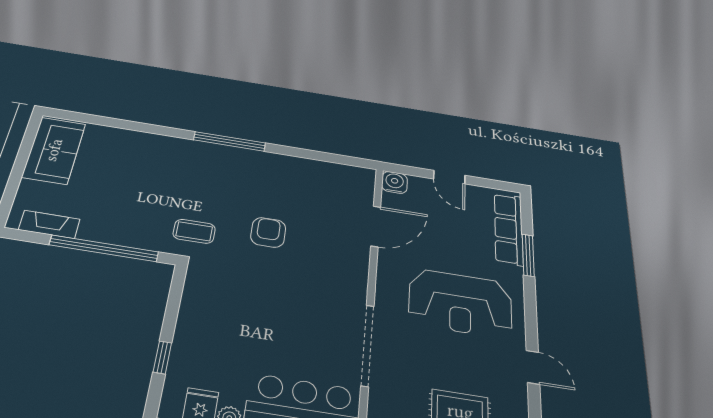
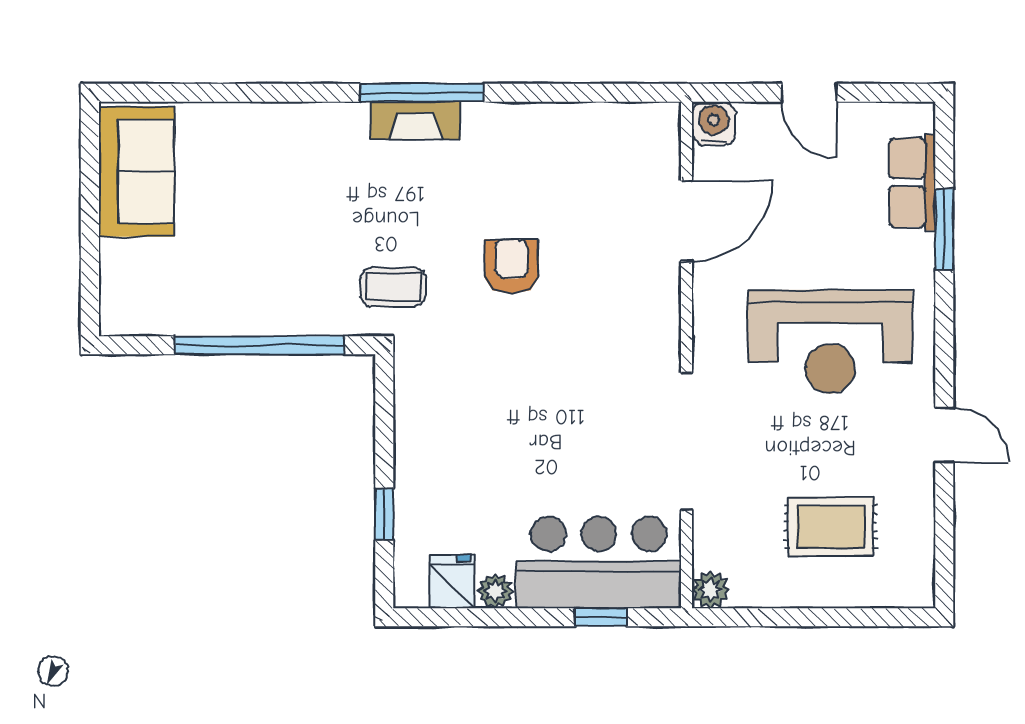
fireplace: (49, 224) -> (415, 121), moved, turned 180
row of seats: (509, 229) -> (912, 182), width x0.68

